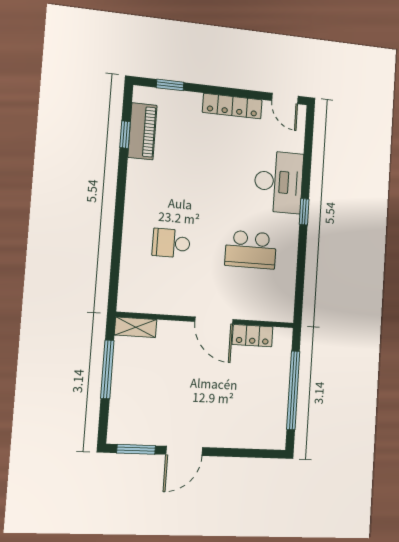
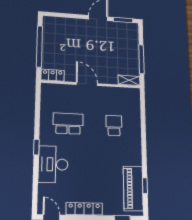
piano: (142, 131) -> (133, 188), width x1.37, depth x1.33
school desk: (171, 243) -> (114, 126), turned -90
locker: (253, 336) -> (53, 75), moved

